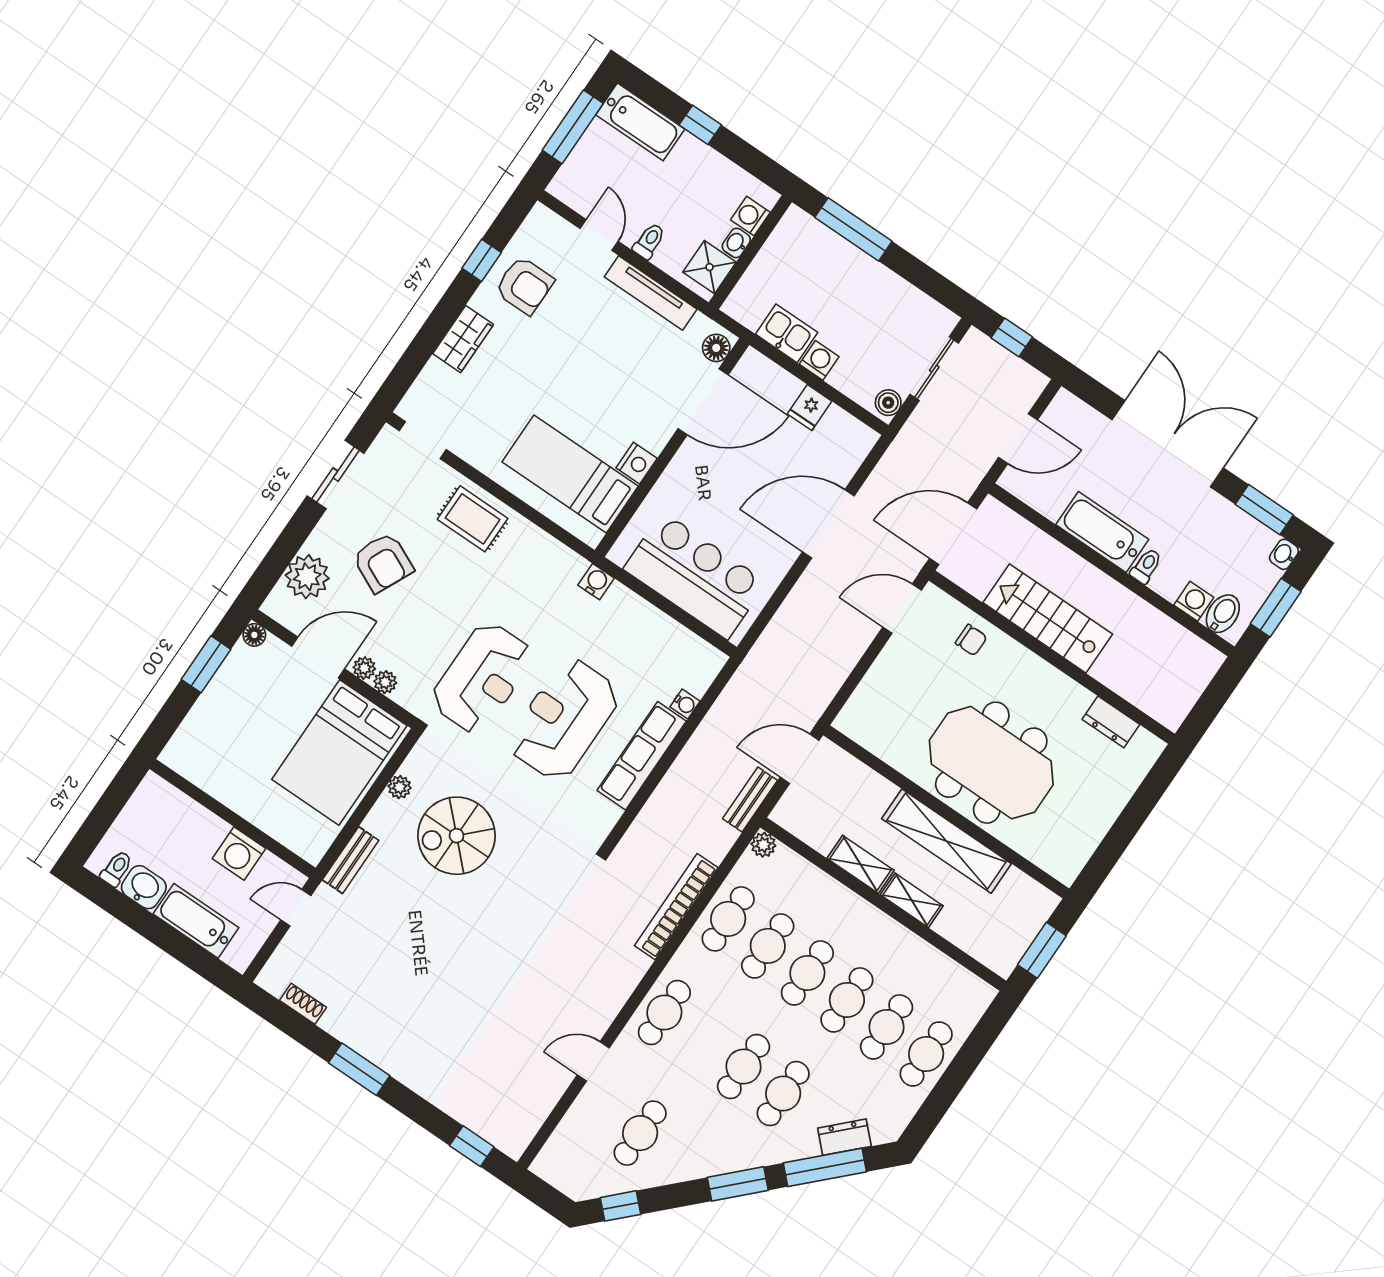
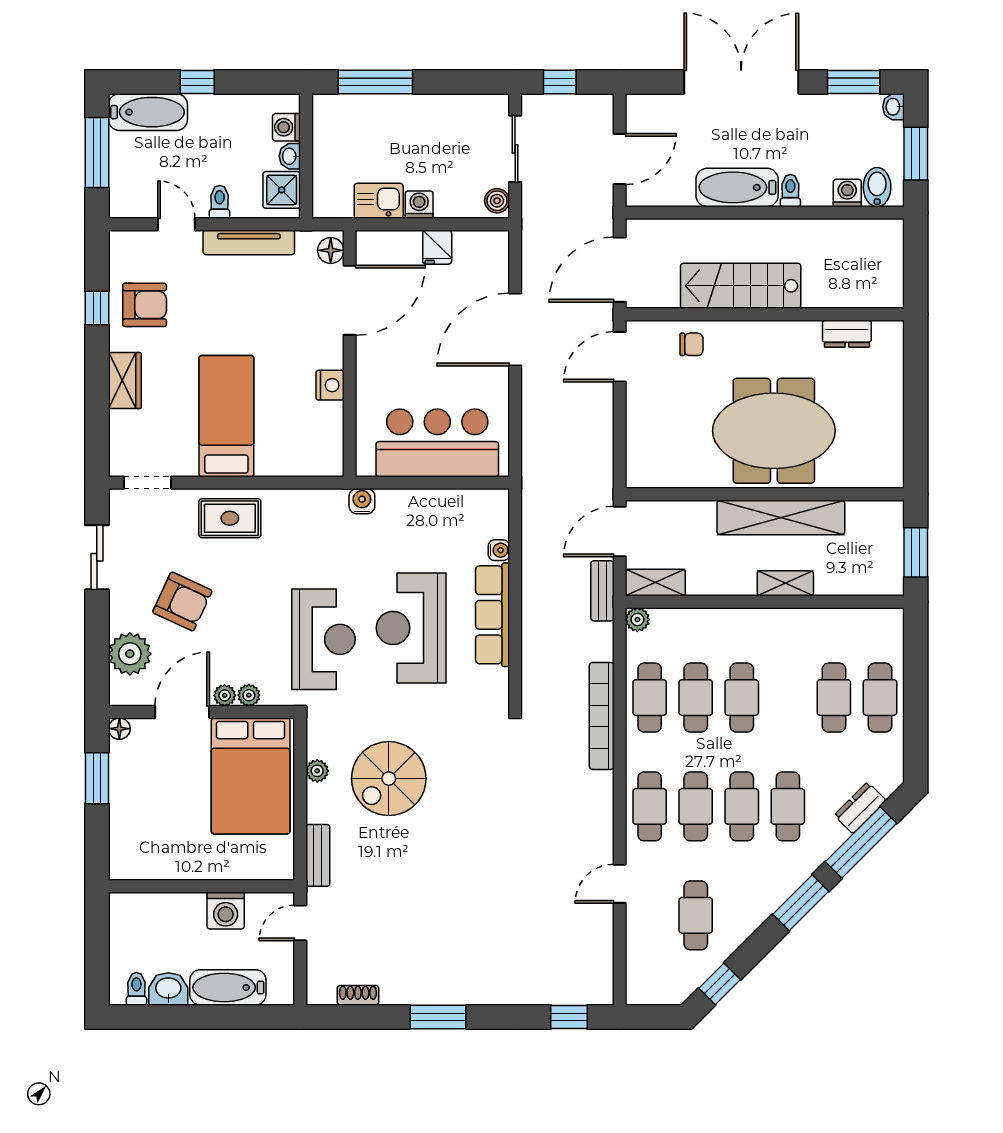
bed: (570, 474) -> (226, 416), moved, turned 90
shelving: (860, 864) -> (655, 582), moved
cafe table: (847, 1000) -> (696, 806), moved

